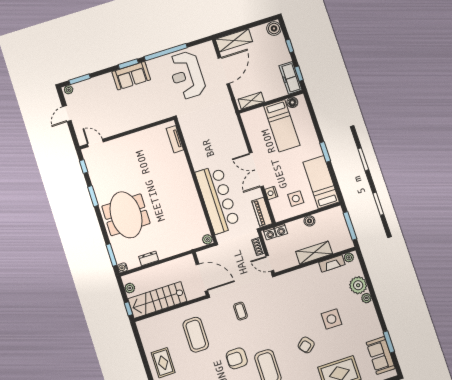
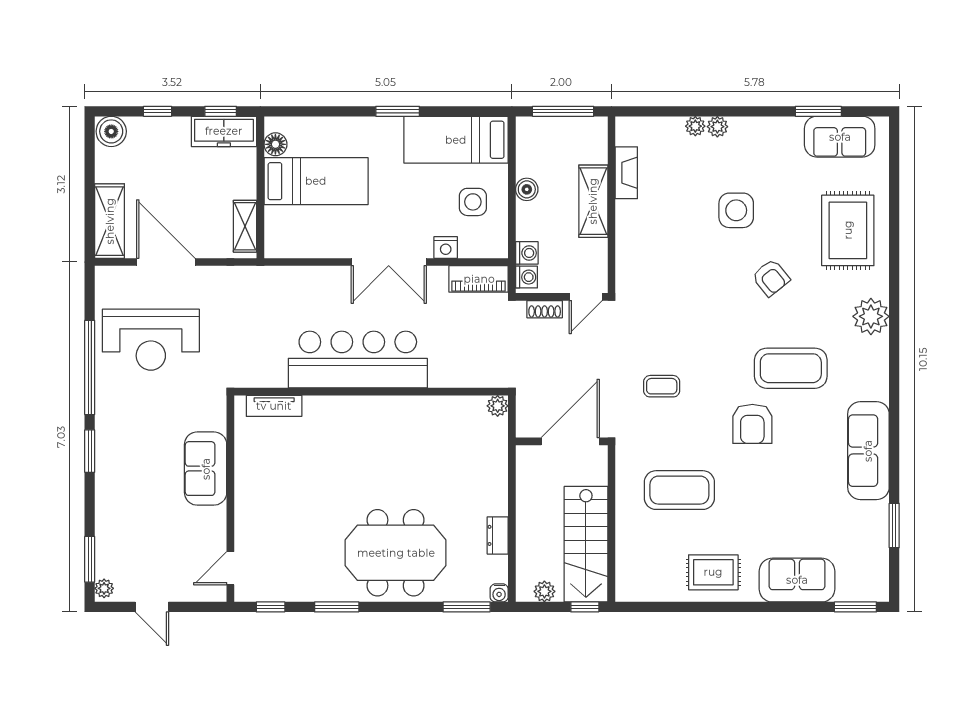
sofa: (131, 76) -> (206, 469), moved, turned 180
bar counter: (218, 199) -> (358, 359), moved
plant: (349, 257) -> (625, 135), removed
plant: (358, 285) -> (695, 126), width x0.53, depth x0.53

